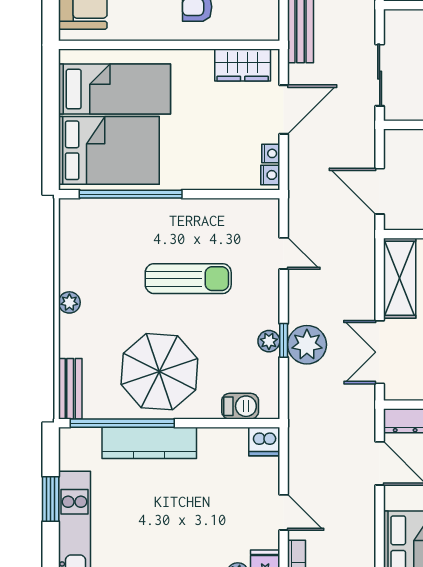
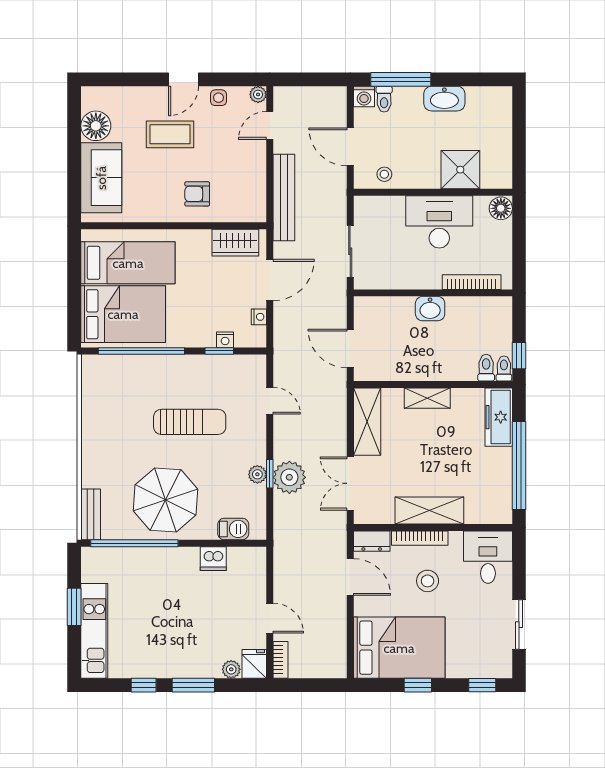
nightstand: (270, 175) -> (225, 340), moved, turned 90
window: (223, 194) -> (219, 351), added
plant: (69, 302) -> (90, 442), removed
dishwasher: (264, 442) -> (213, 559), moved
kitchen counter: (149, 443) -> (157, 560), removed

